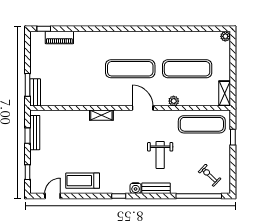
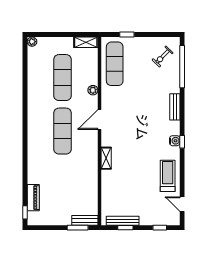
weight bench: (160, 155) -> (144, 103), removed
treadmill: (83, 181) -> (168, 176), turned 180
water cooler: (136, 188) -> (175, 141), moved

